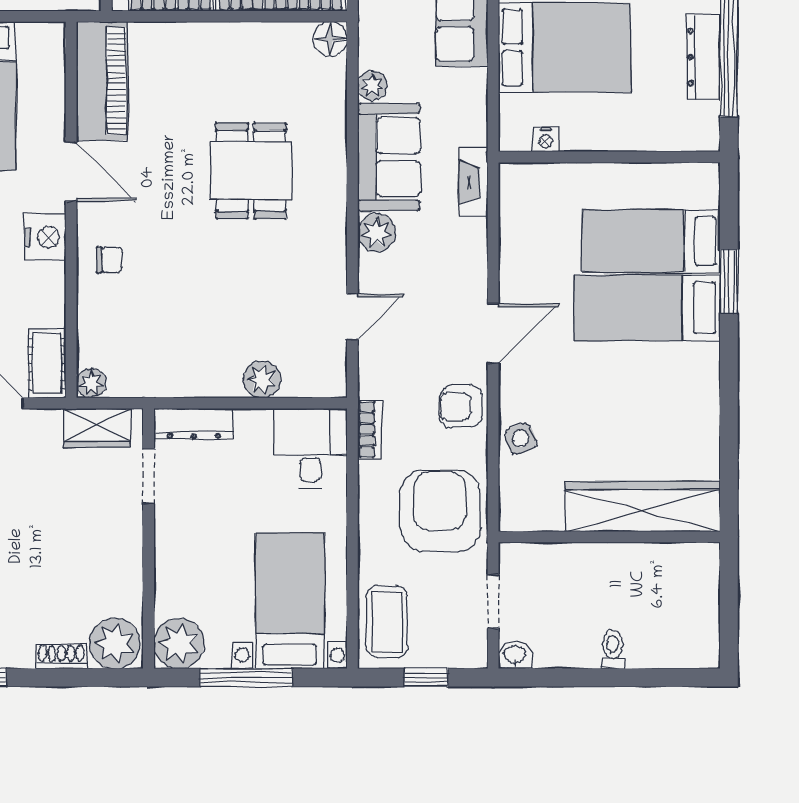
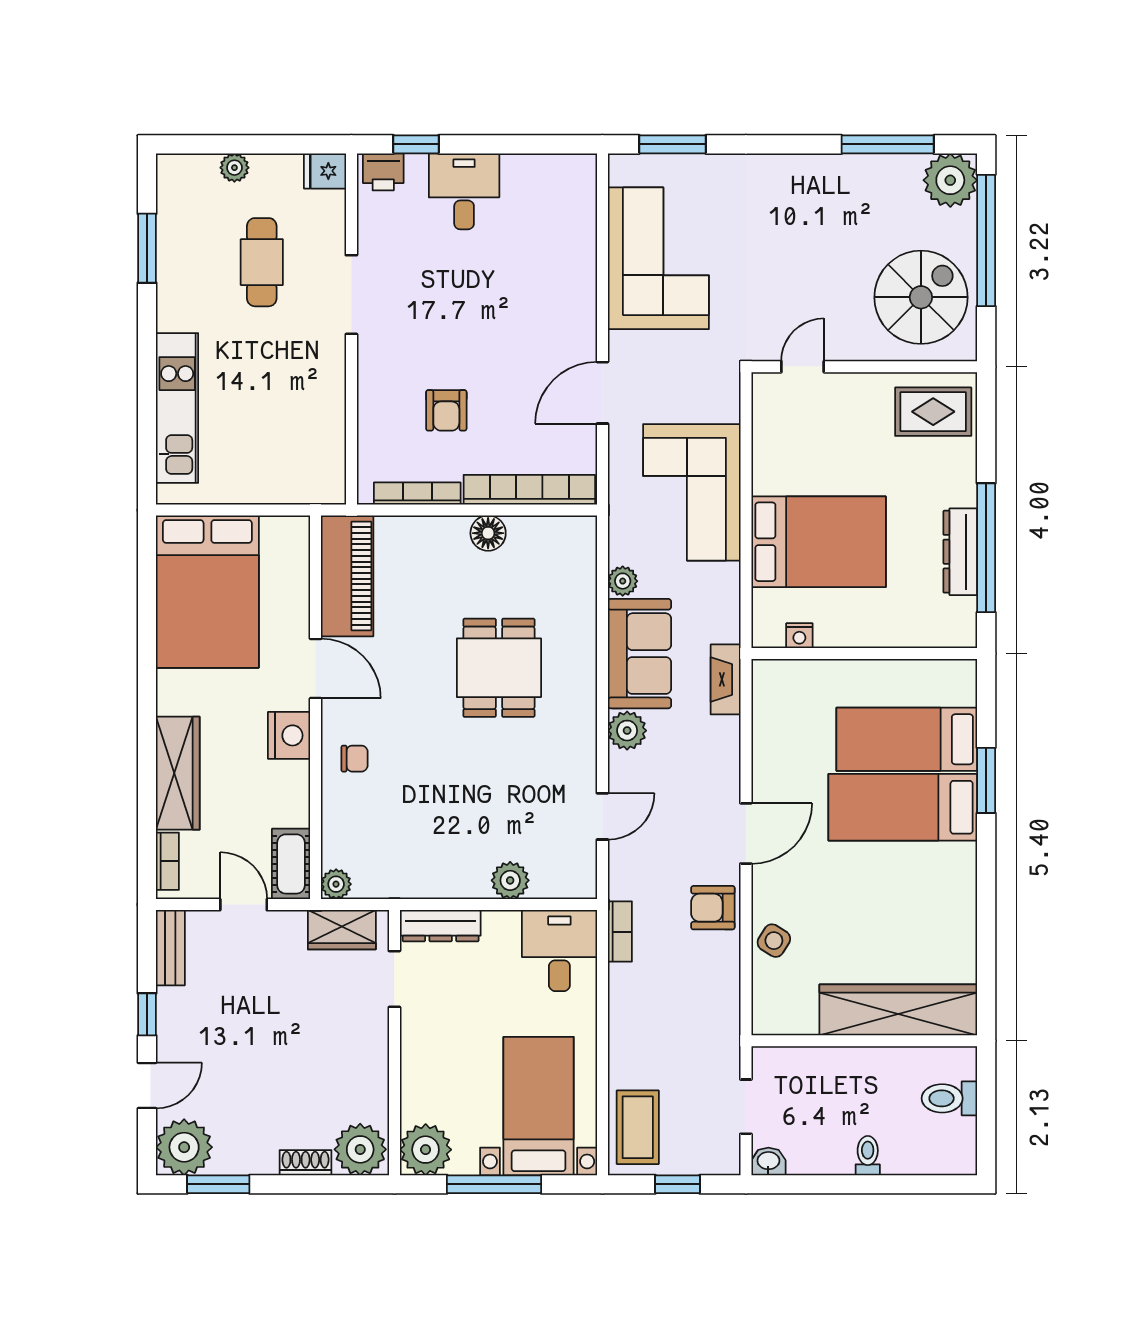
floor lamp: (330, 39) -> (488, 533), moved
side table: (521, 439) -> (774, 941), turned -35
armchair: (440, 511) -> (692, 1015), removed
toilet: (693, 593) -> (949, 1098), added

